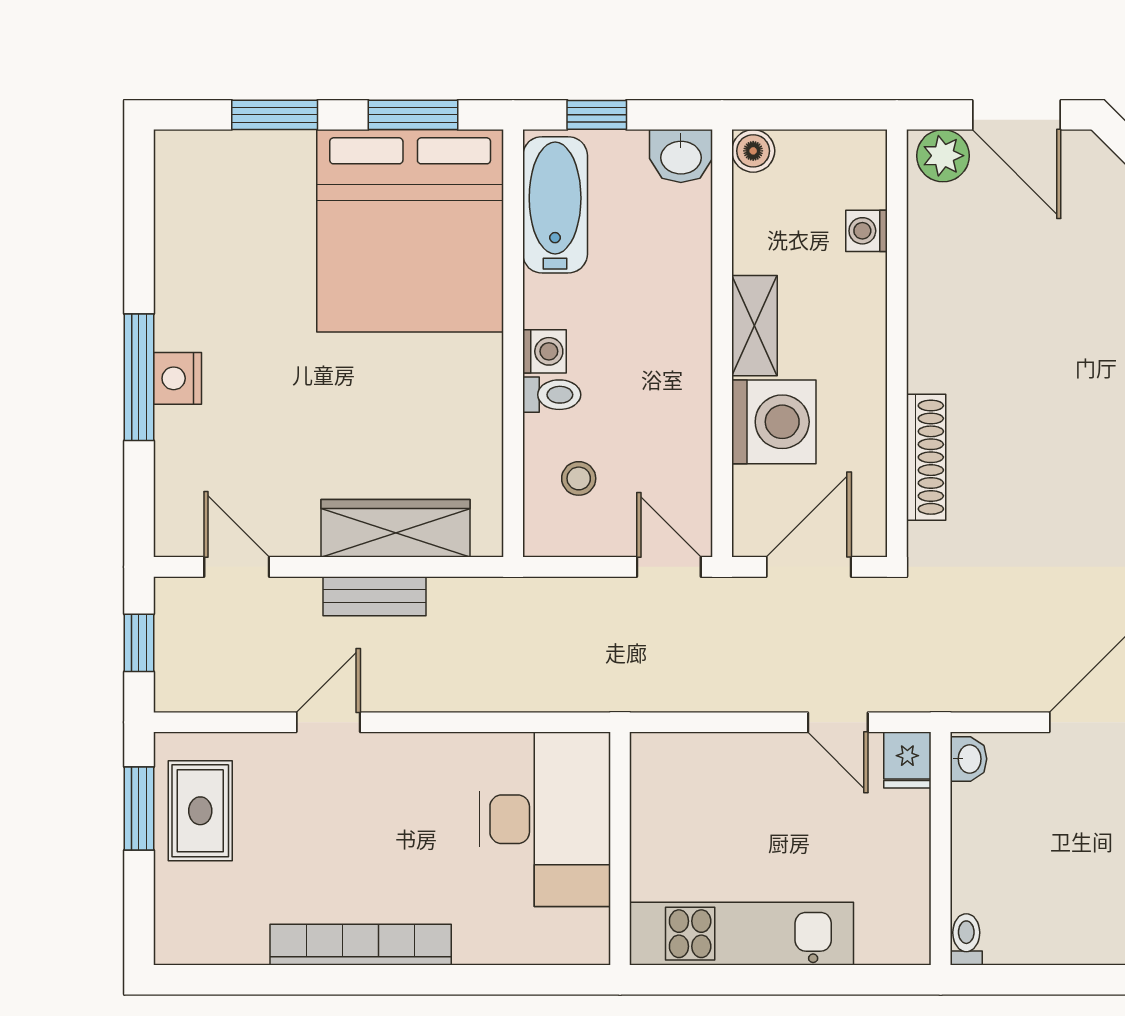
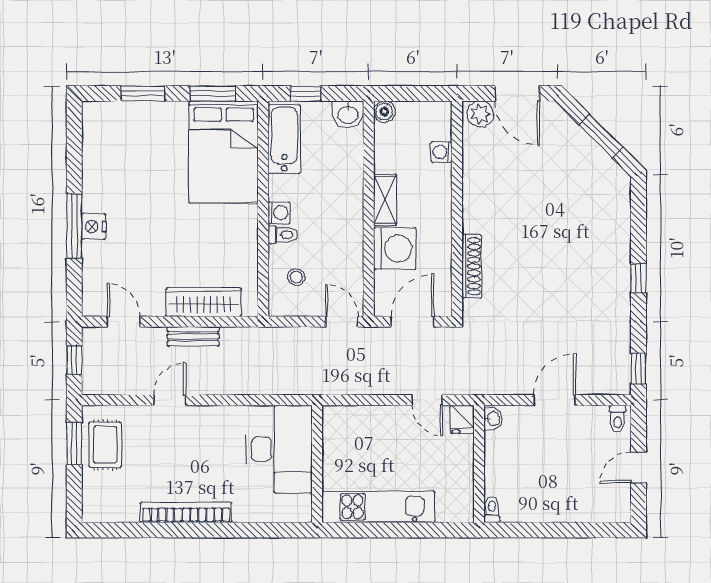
bed: (410, 231) -> (224, 152), width x0.73

